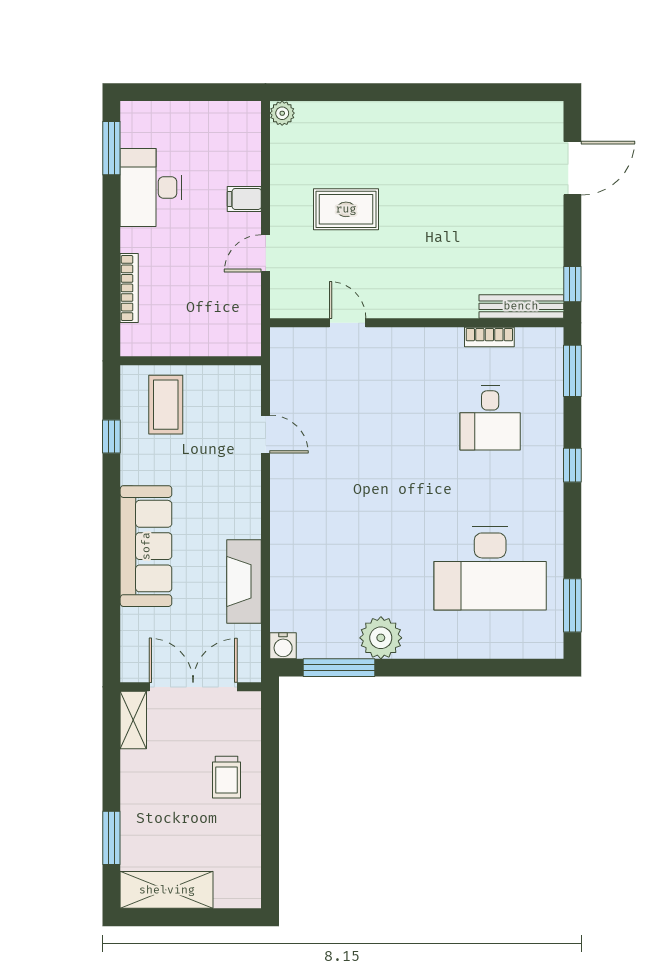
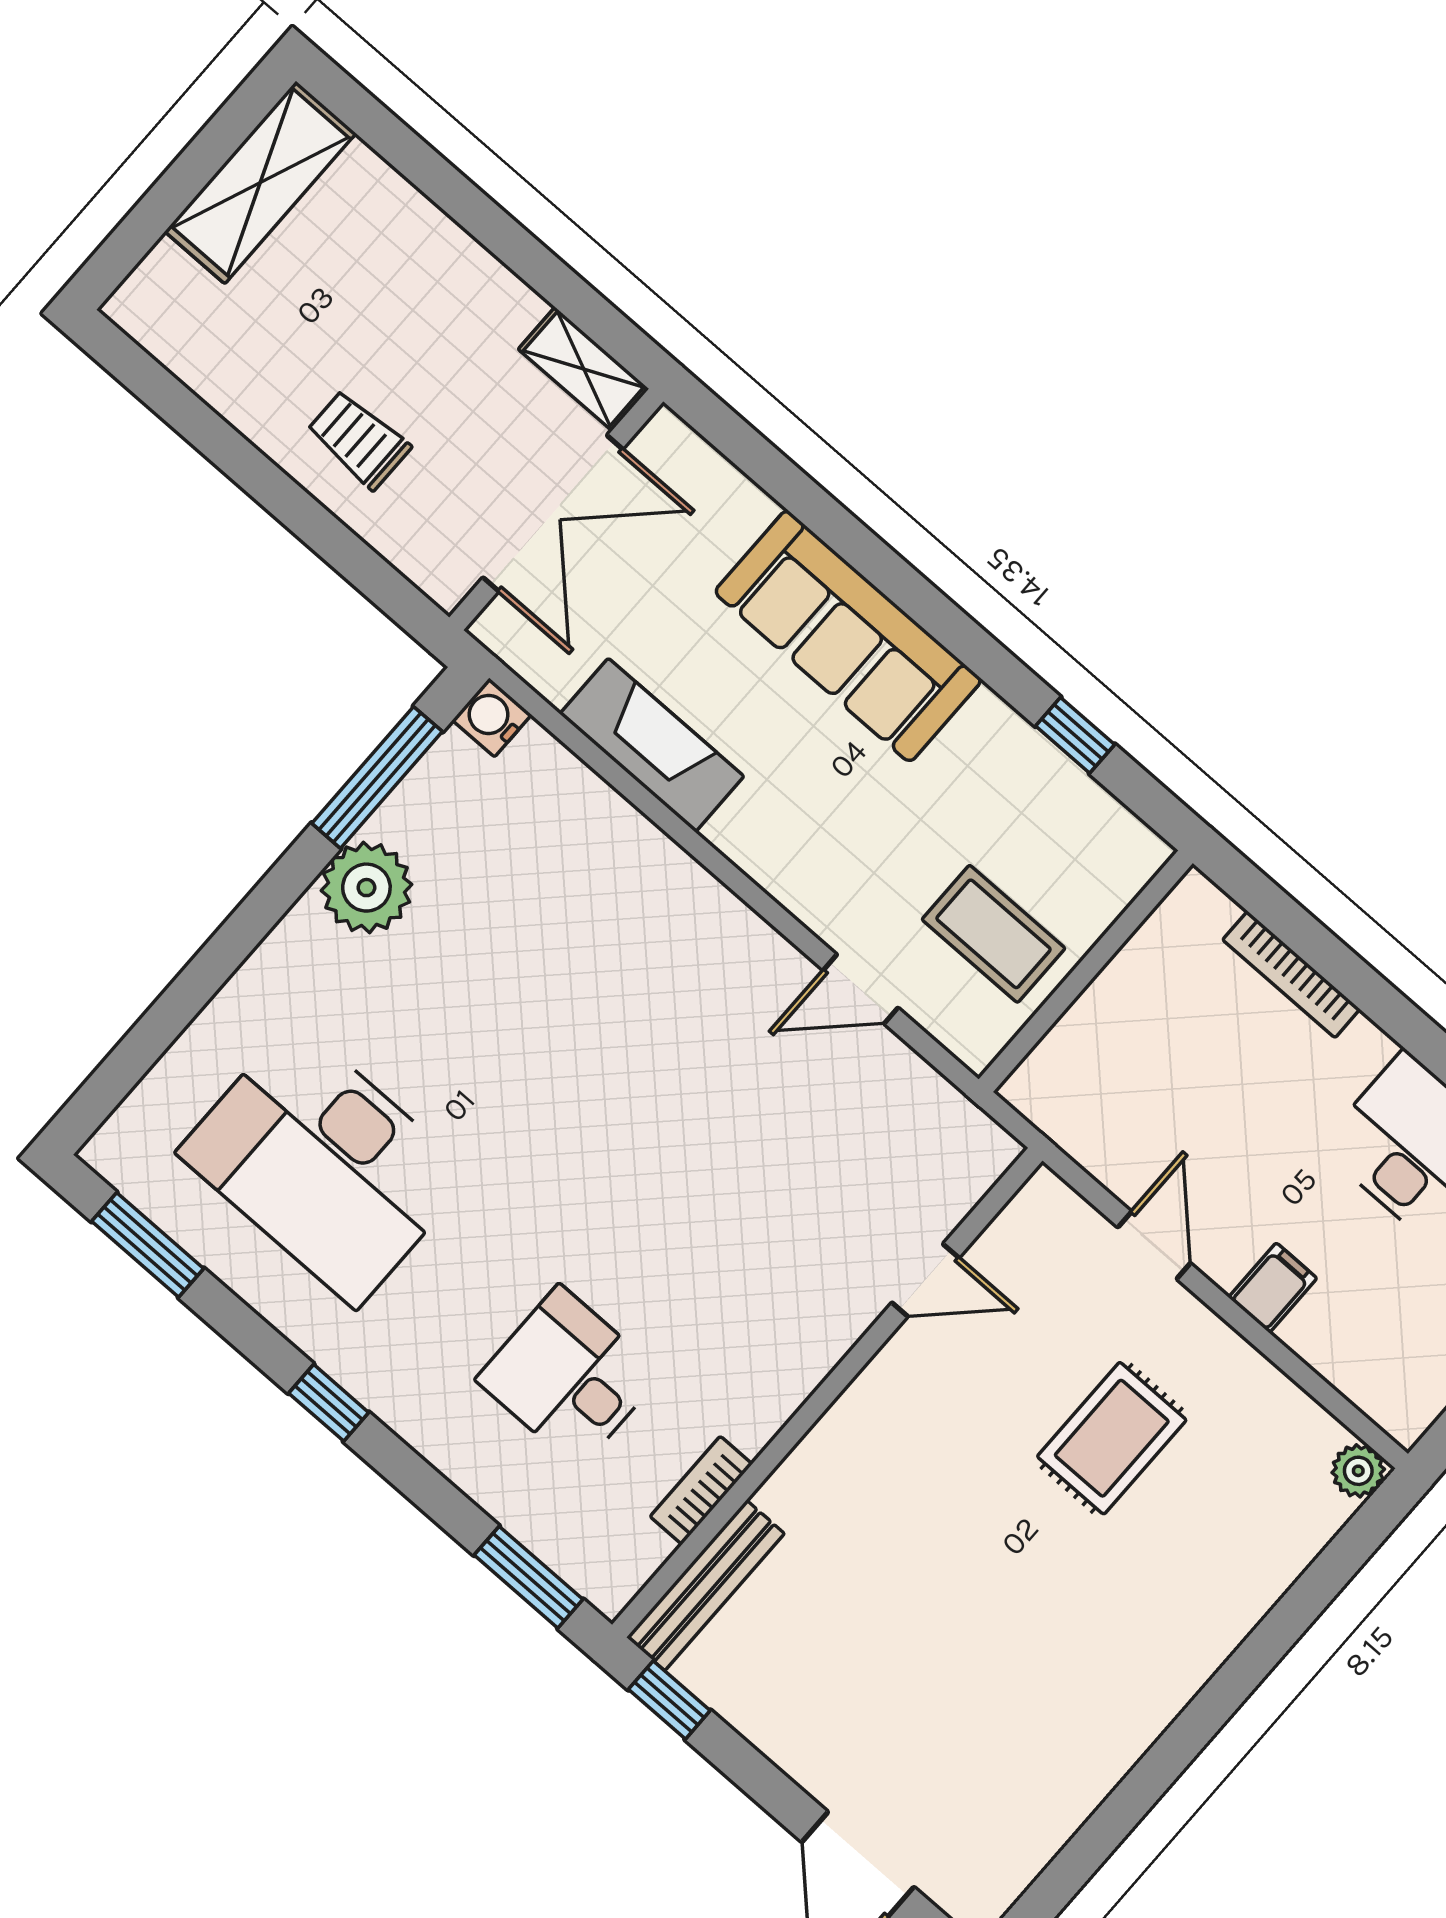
coffee table: (166, 405) -> (994, 934), moved
window: (572, 465) -> (329, 1403), moved
desk: (490, 568) -> (325, 1164), turned -90
window: (111, 838) -> (423, 167), removed

